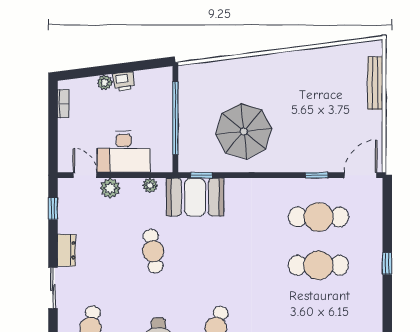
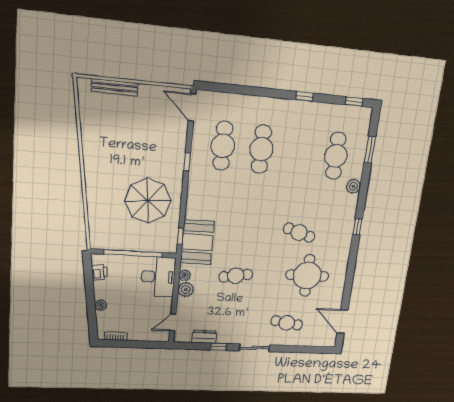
printer: (124, 81) -> (99, 272), moved
desk: (124, 152) -> (158, 277), moved
window: (317, 175) -> (187, 162), moved
plant: (110, 188) -> (186, 289), moved
window: (53, 209) -> (218, 347), moved
dresser: (66, 250) -> (204, 337), moved
window: (387, 264) -> (305, 96), moved

